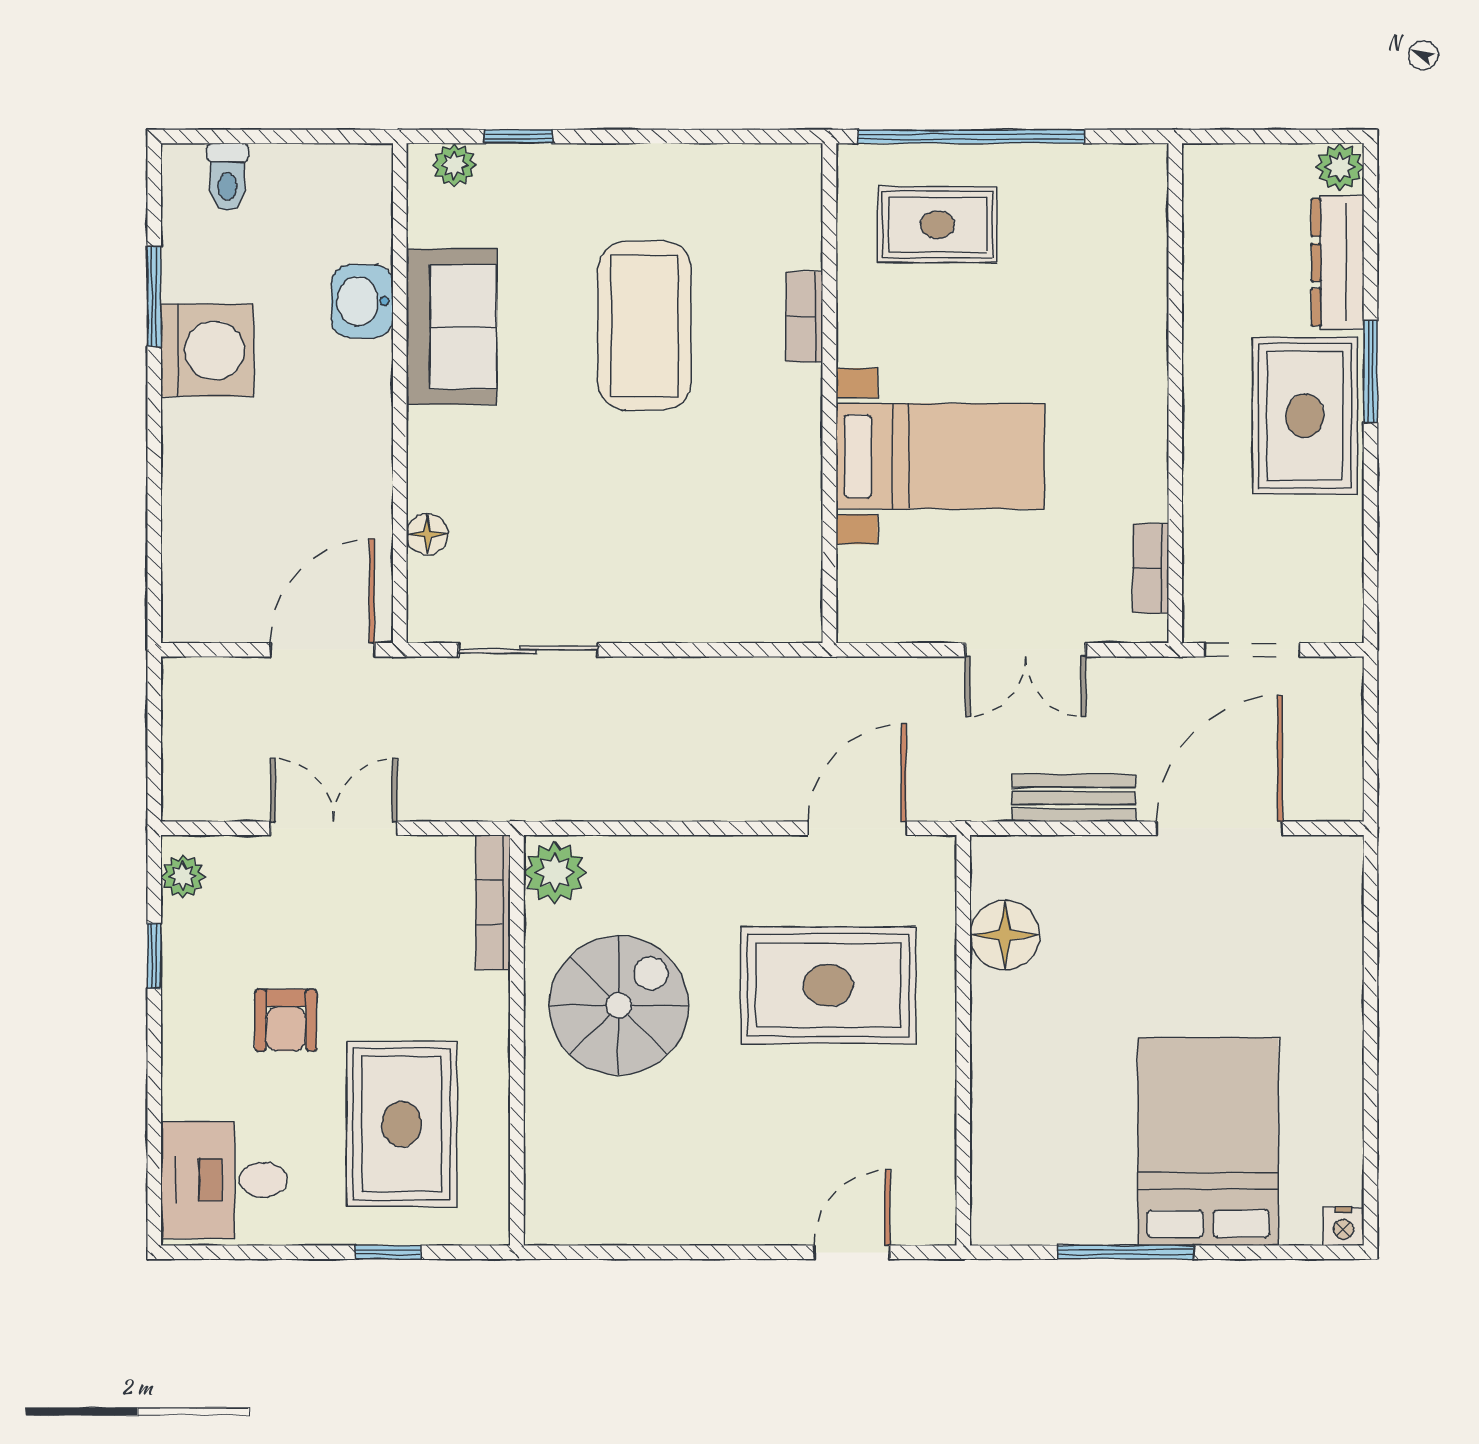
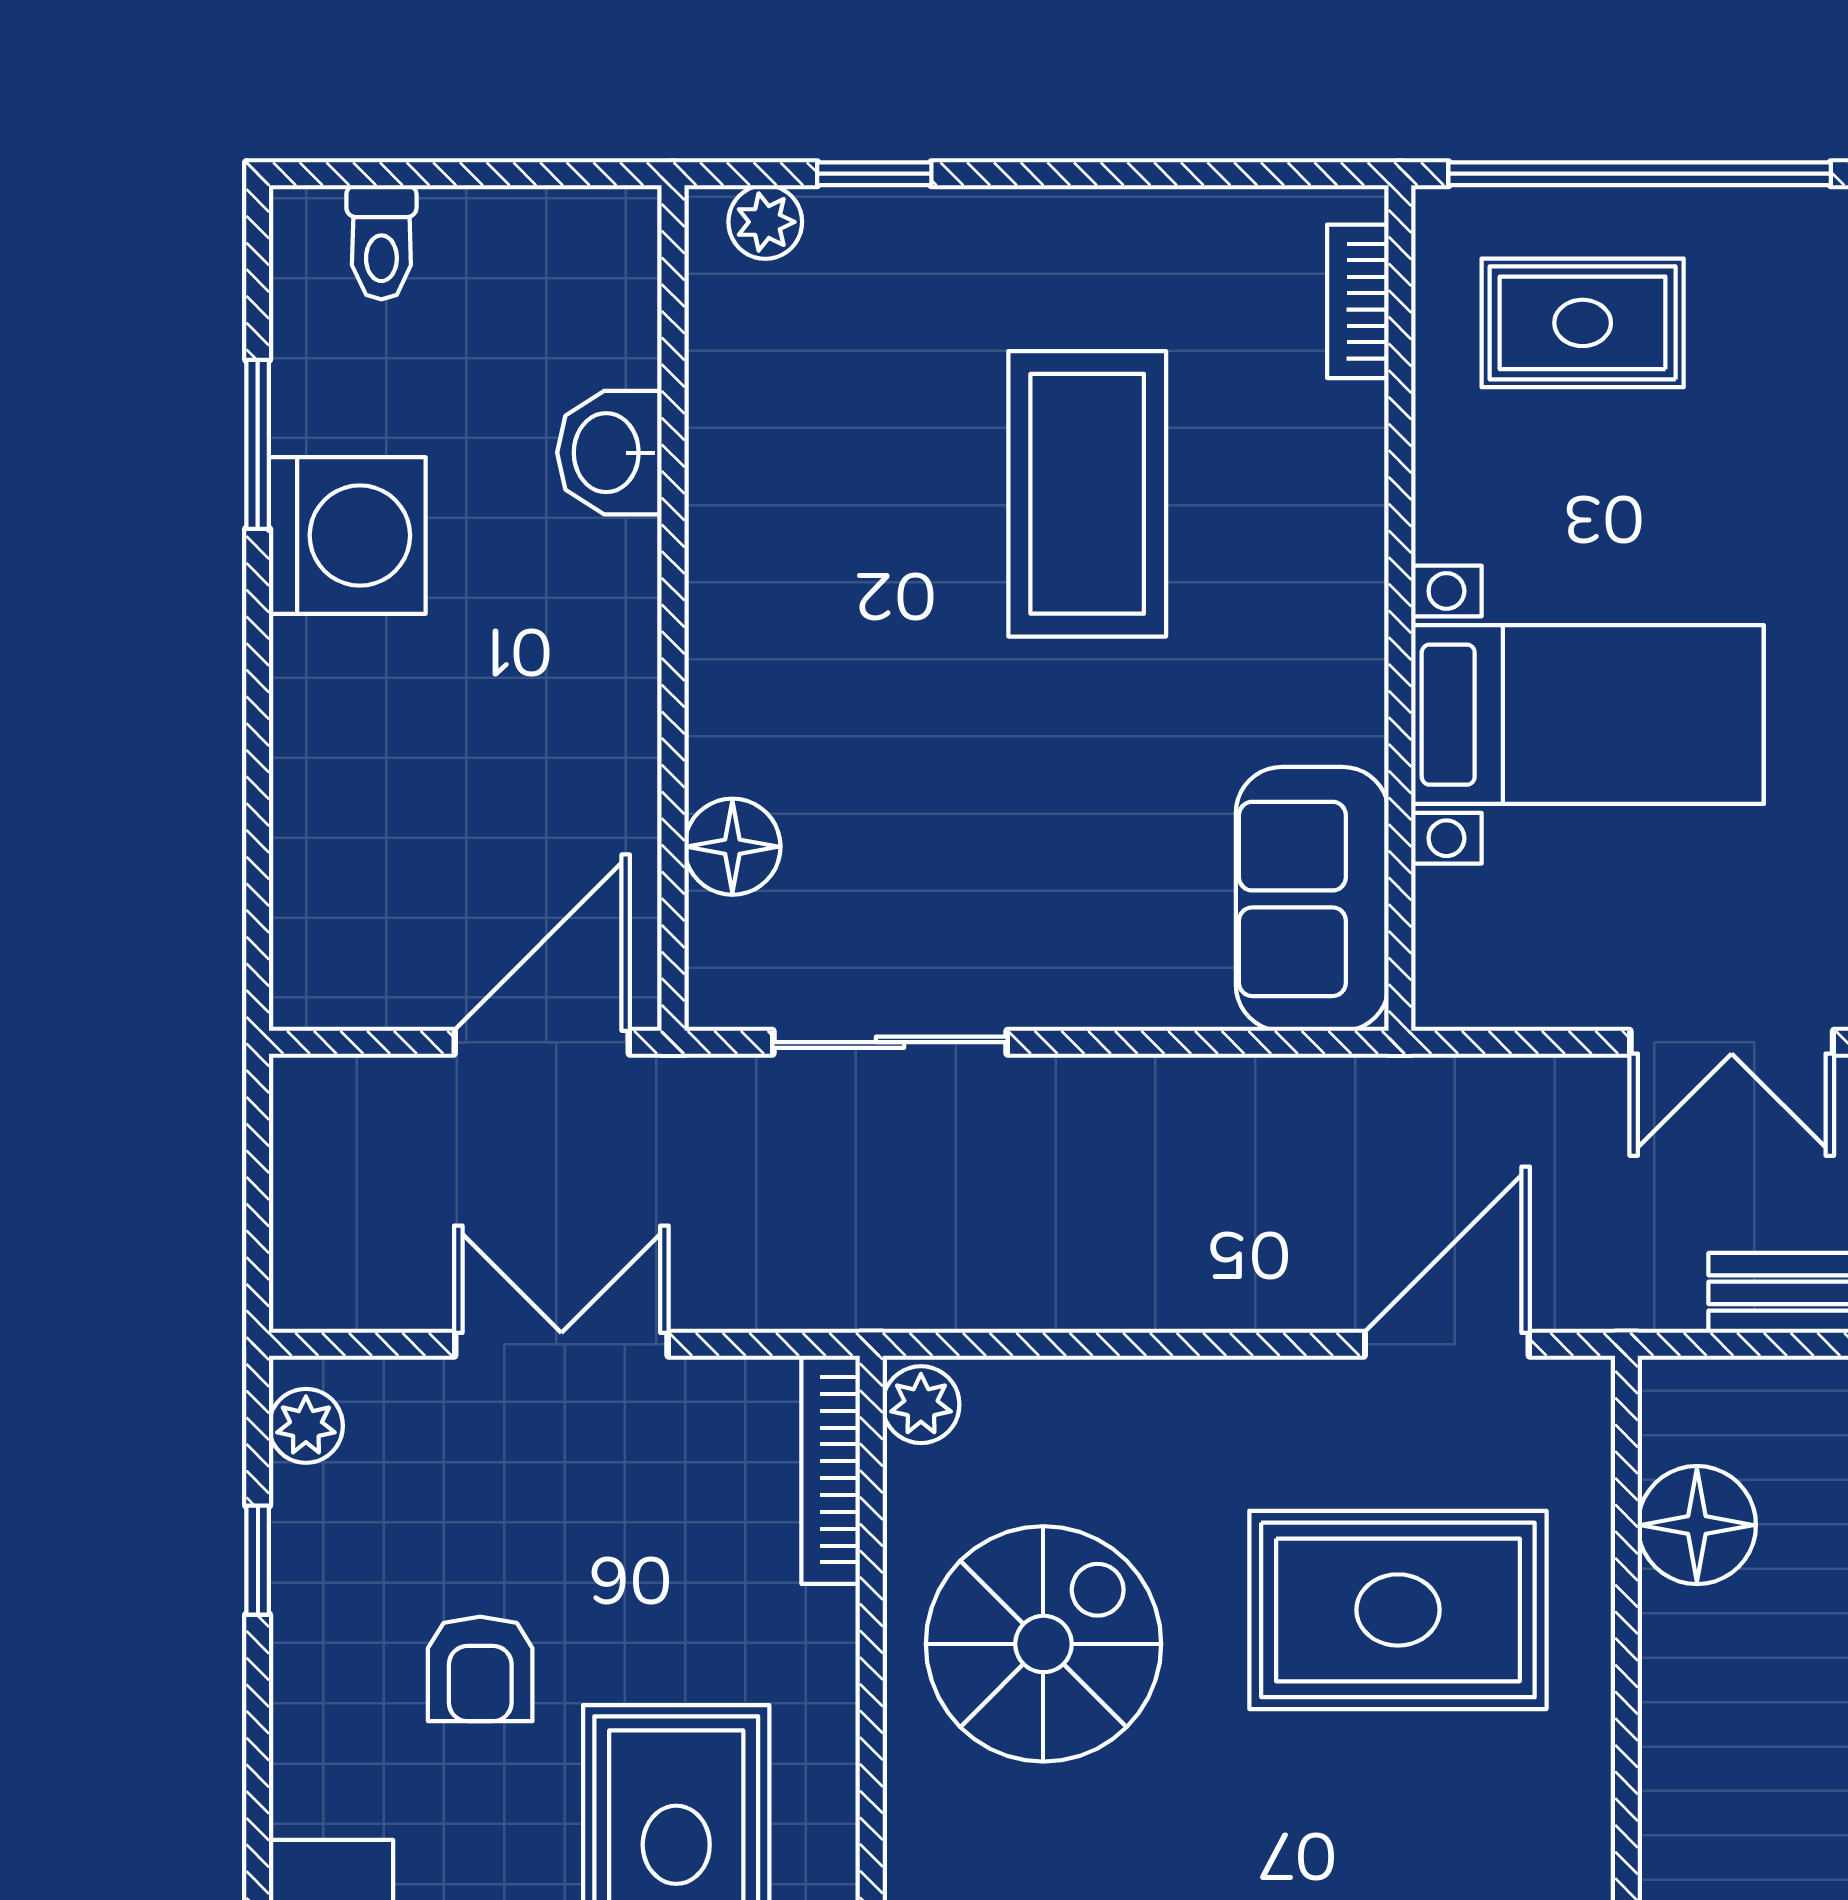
bookcase: (804, 317) -> (1358, 301), moved
sofa: (452, 327) -> (1312, 899), moved, turned 180
floor lamp: (427, 534) -> (732, 847), width x1.37, depth x1.37
plant: (555, 872) -> (921, 1405), width x0.73, depth x0.73

